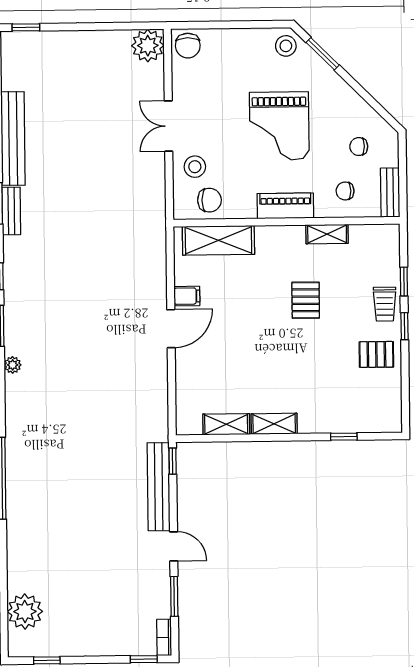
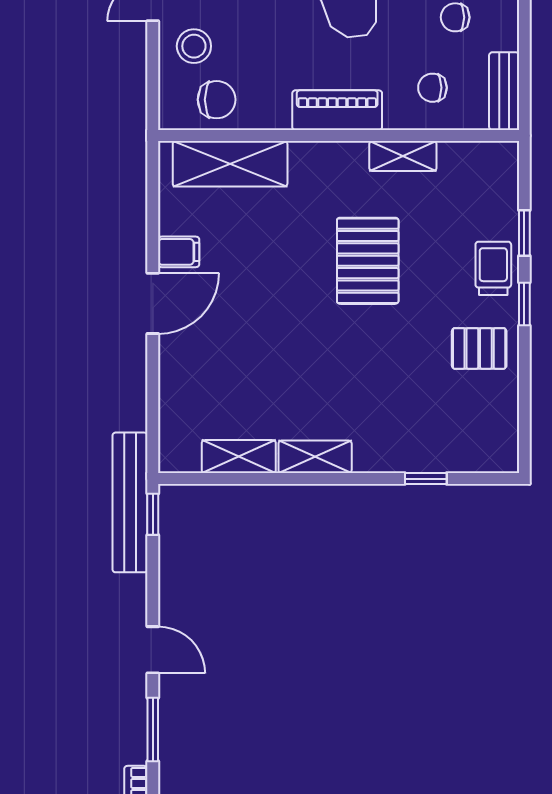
pallet: (306, 300) -> (368, 261), width x1.50, depth x1.42
trolley: (385, 304) -> (493, 268), turned 180
bench: (159, 487) -> (130, 502), moved

